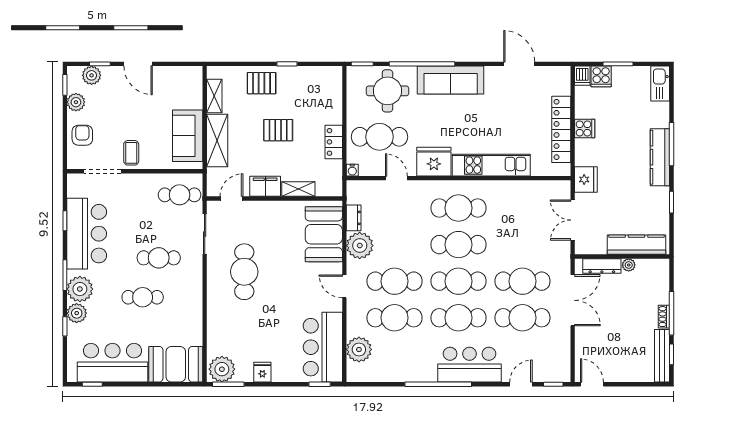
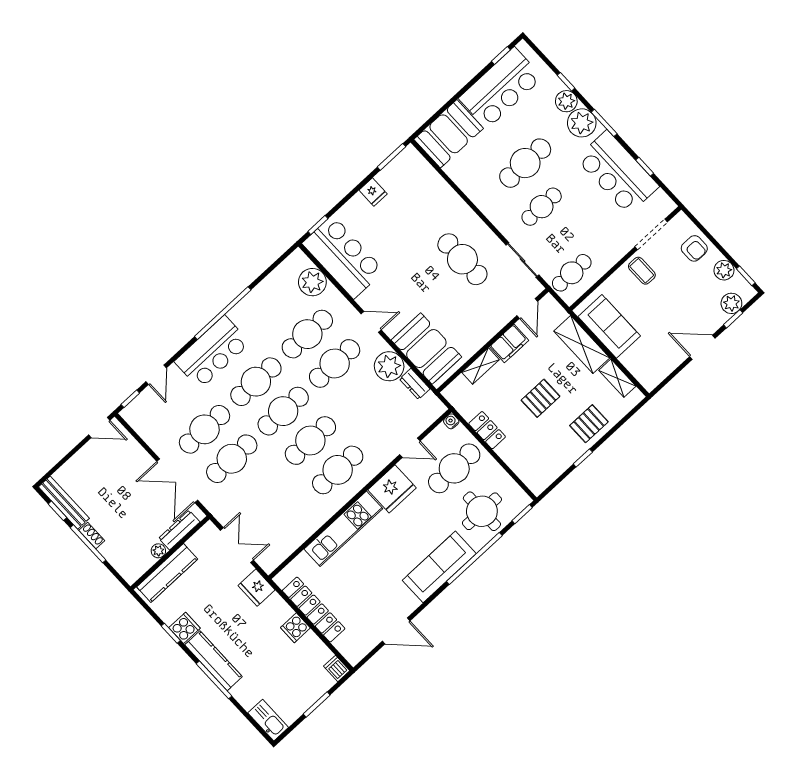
cooker: (601, 76) -> (185, 628), moved, turned 90
cafe table: (143, 297) -> (525, 163), width x1.37, depth x1.35
plant: (222, 369) -> (408, 164), removed

